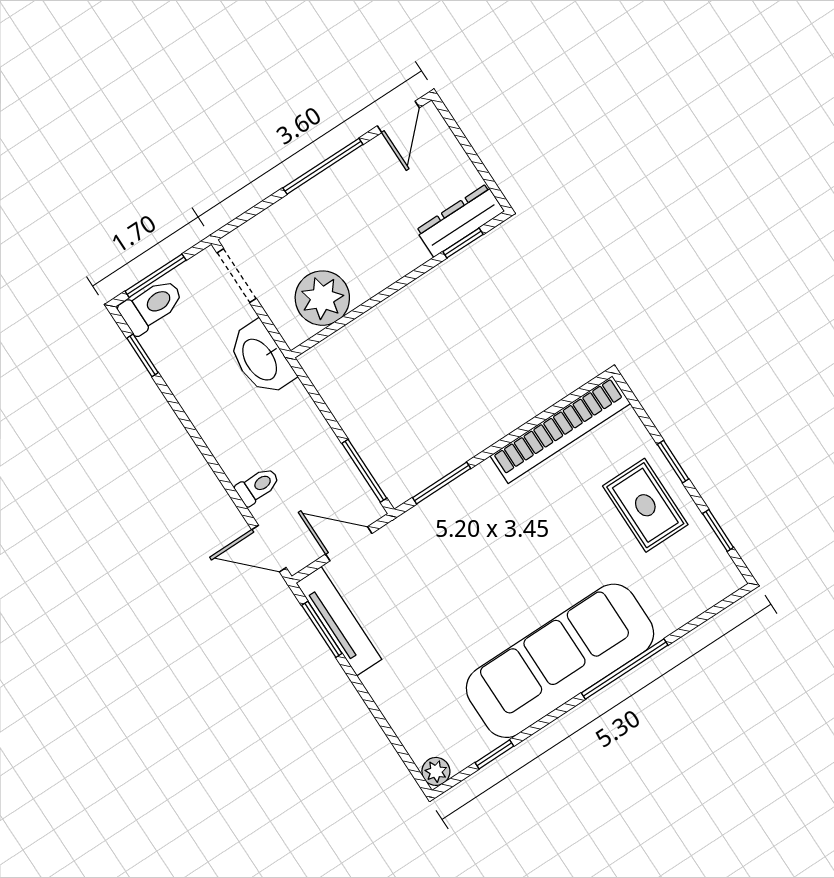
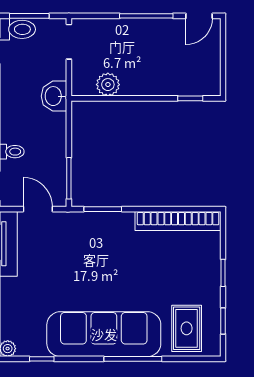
dresser: (460, 221) -> (196, 86), removed
plant: (322, 298) -> (108, 85), width x0.73, depth x0.73
washbasin: (261, 359) -> (54, 96), width x0.72
rug: (645, 505) -> (187, 328), moved

